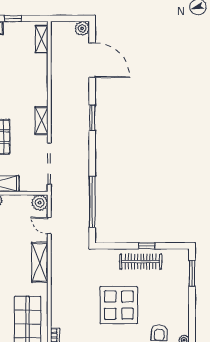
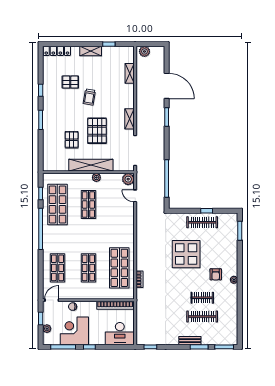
plant: (82, 28) -> (144, 51), moved
shelving: (42, 39) -> (130, 73), moved
door: (92, 60) -> (167, 86), moved
shelving: (40, 262) -> (128, 223), removed

